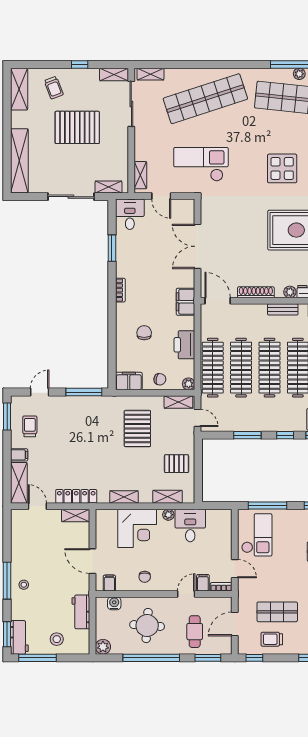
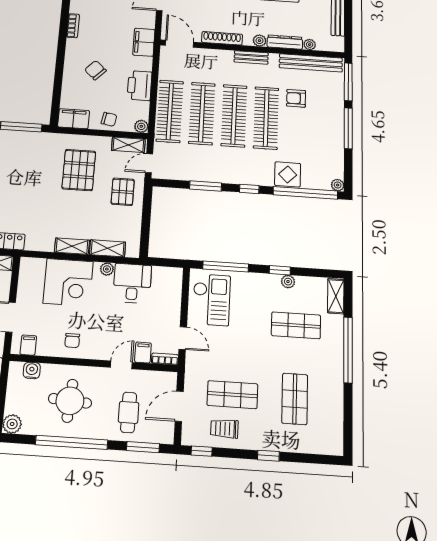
chair: (144, 333) -> (95, 70), turned -47
door: (197, 418) -> (149, 163), swing flipped
pallet: (177, 464) -> (123, 192), moved, turned 90
shelving: (124, 497) -> (72, 246), moved

